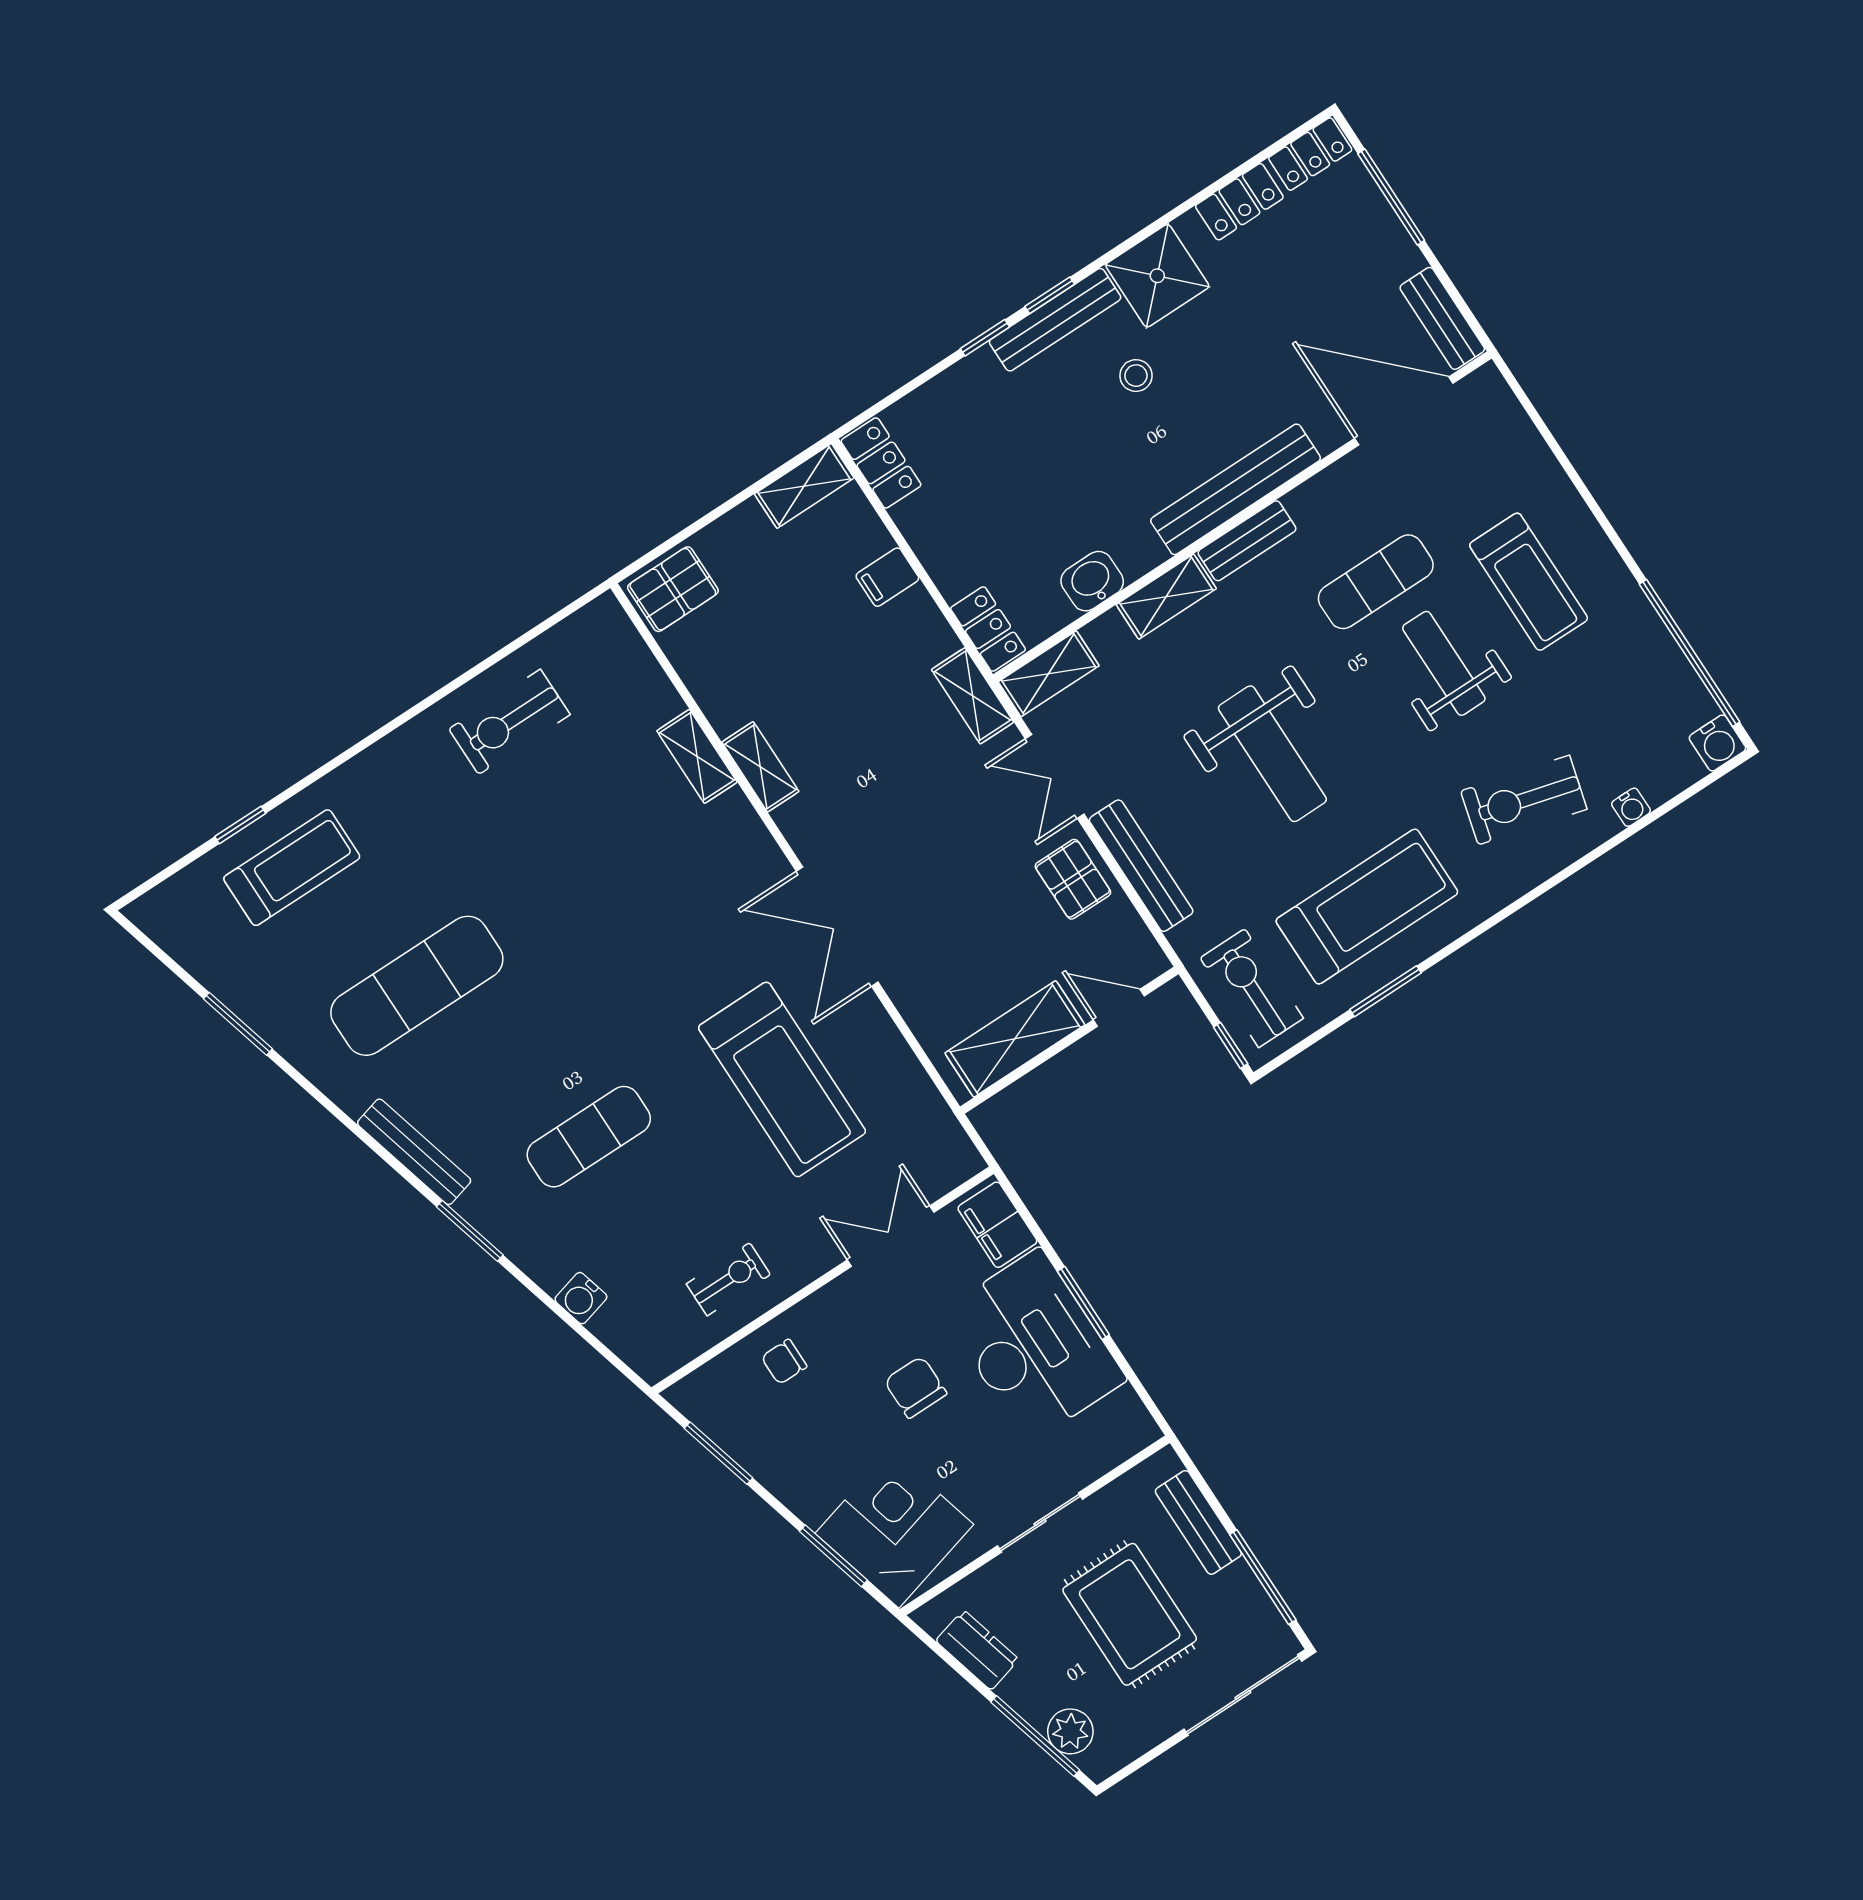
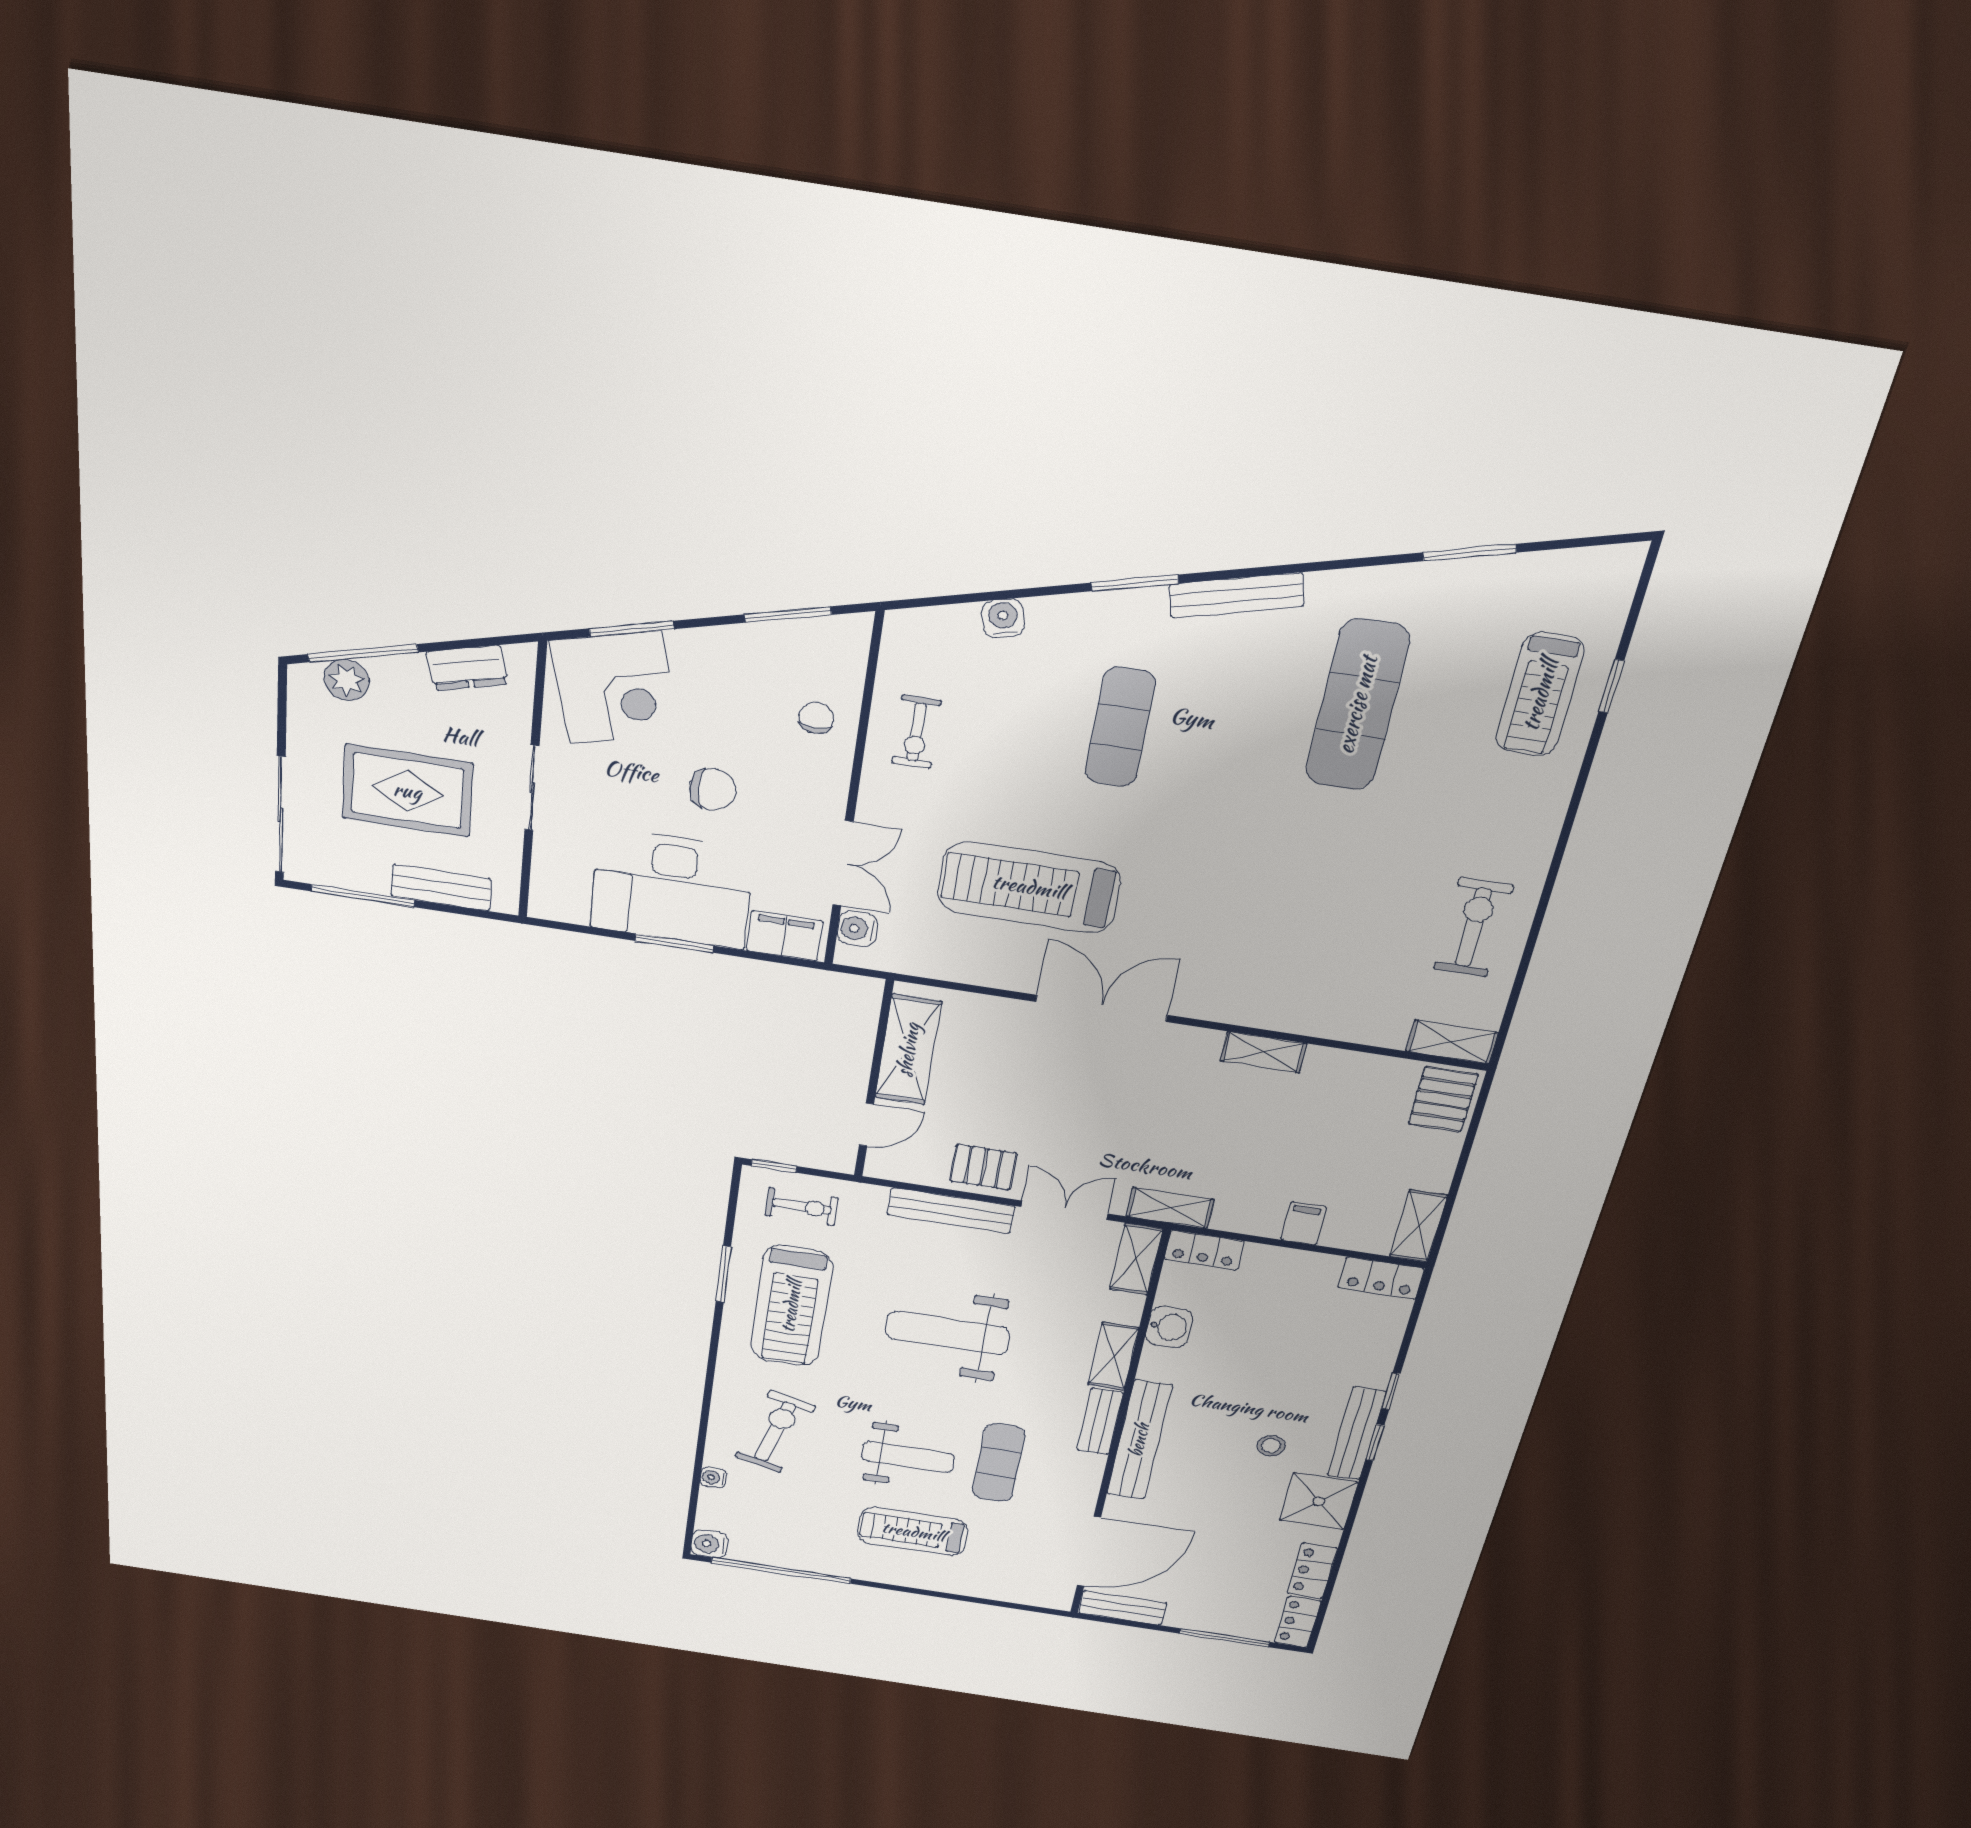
shelving: (697, 756) -> (1452, 1042), moved
exercise bike: (1252, 988) -> (802, 1207), width x0.73, depth x0.72
water cooler: (939, 1175) -> (857, 929), added

